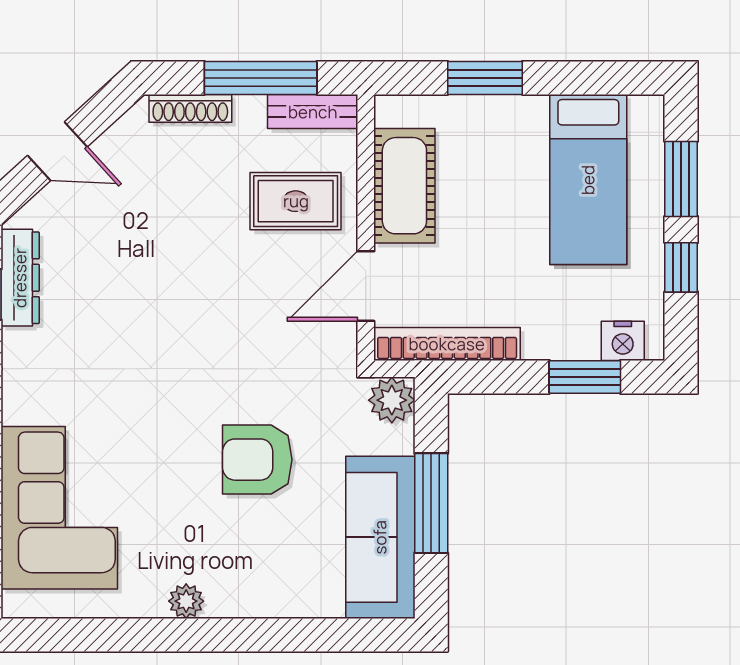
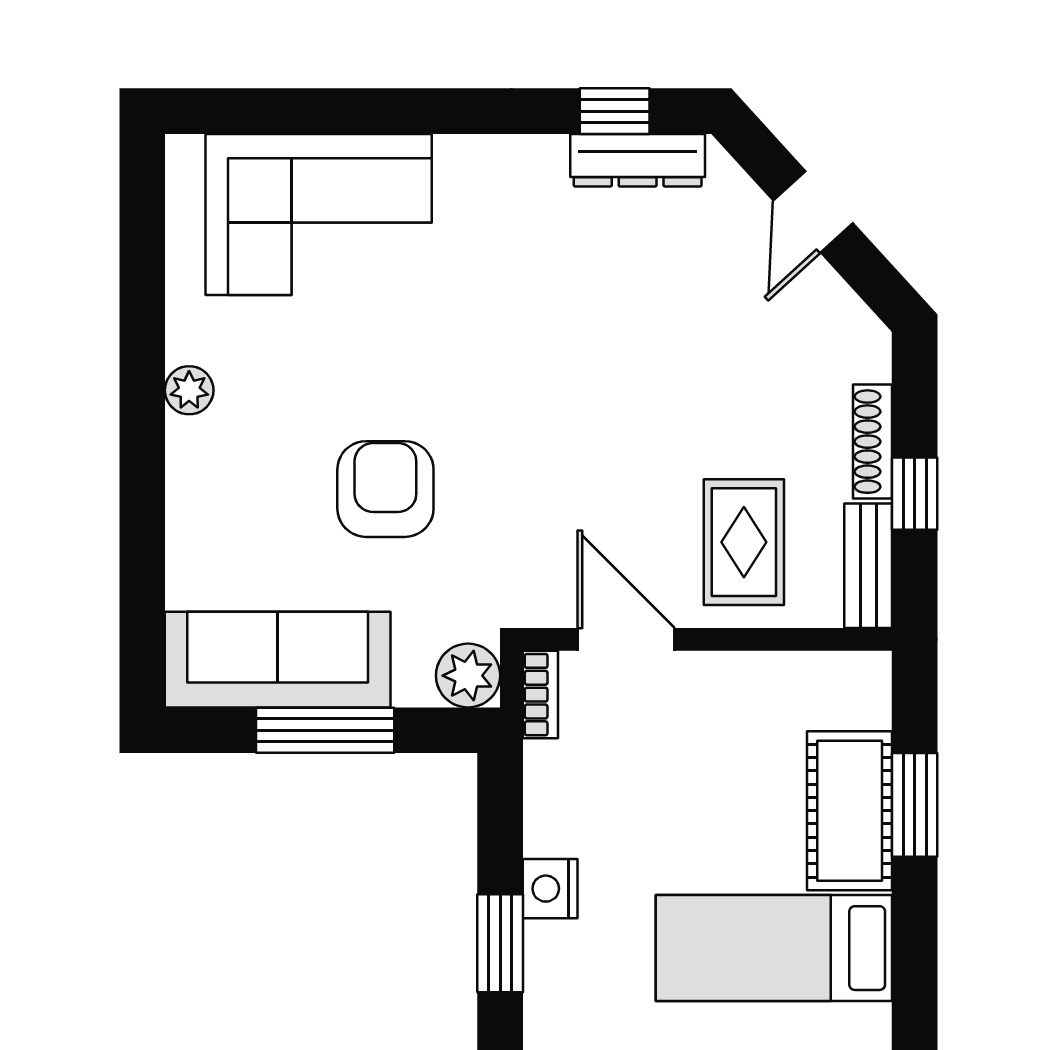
window: (261, 78) -> (915, 494), width x0.46
shoe rack: (190, 108) -> (873, 442), moved
cot: (404, 186) -> (850, 811), moved, turned 90
nightstand: (623, 341) -> (550, 889), moved
bookcase: (447, 344) -> (540, 695), width x0.43, depth x0.76

